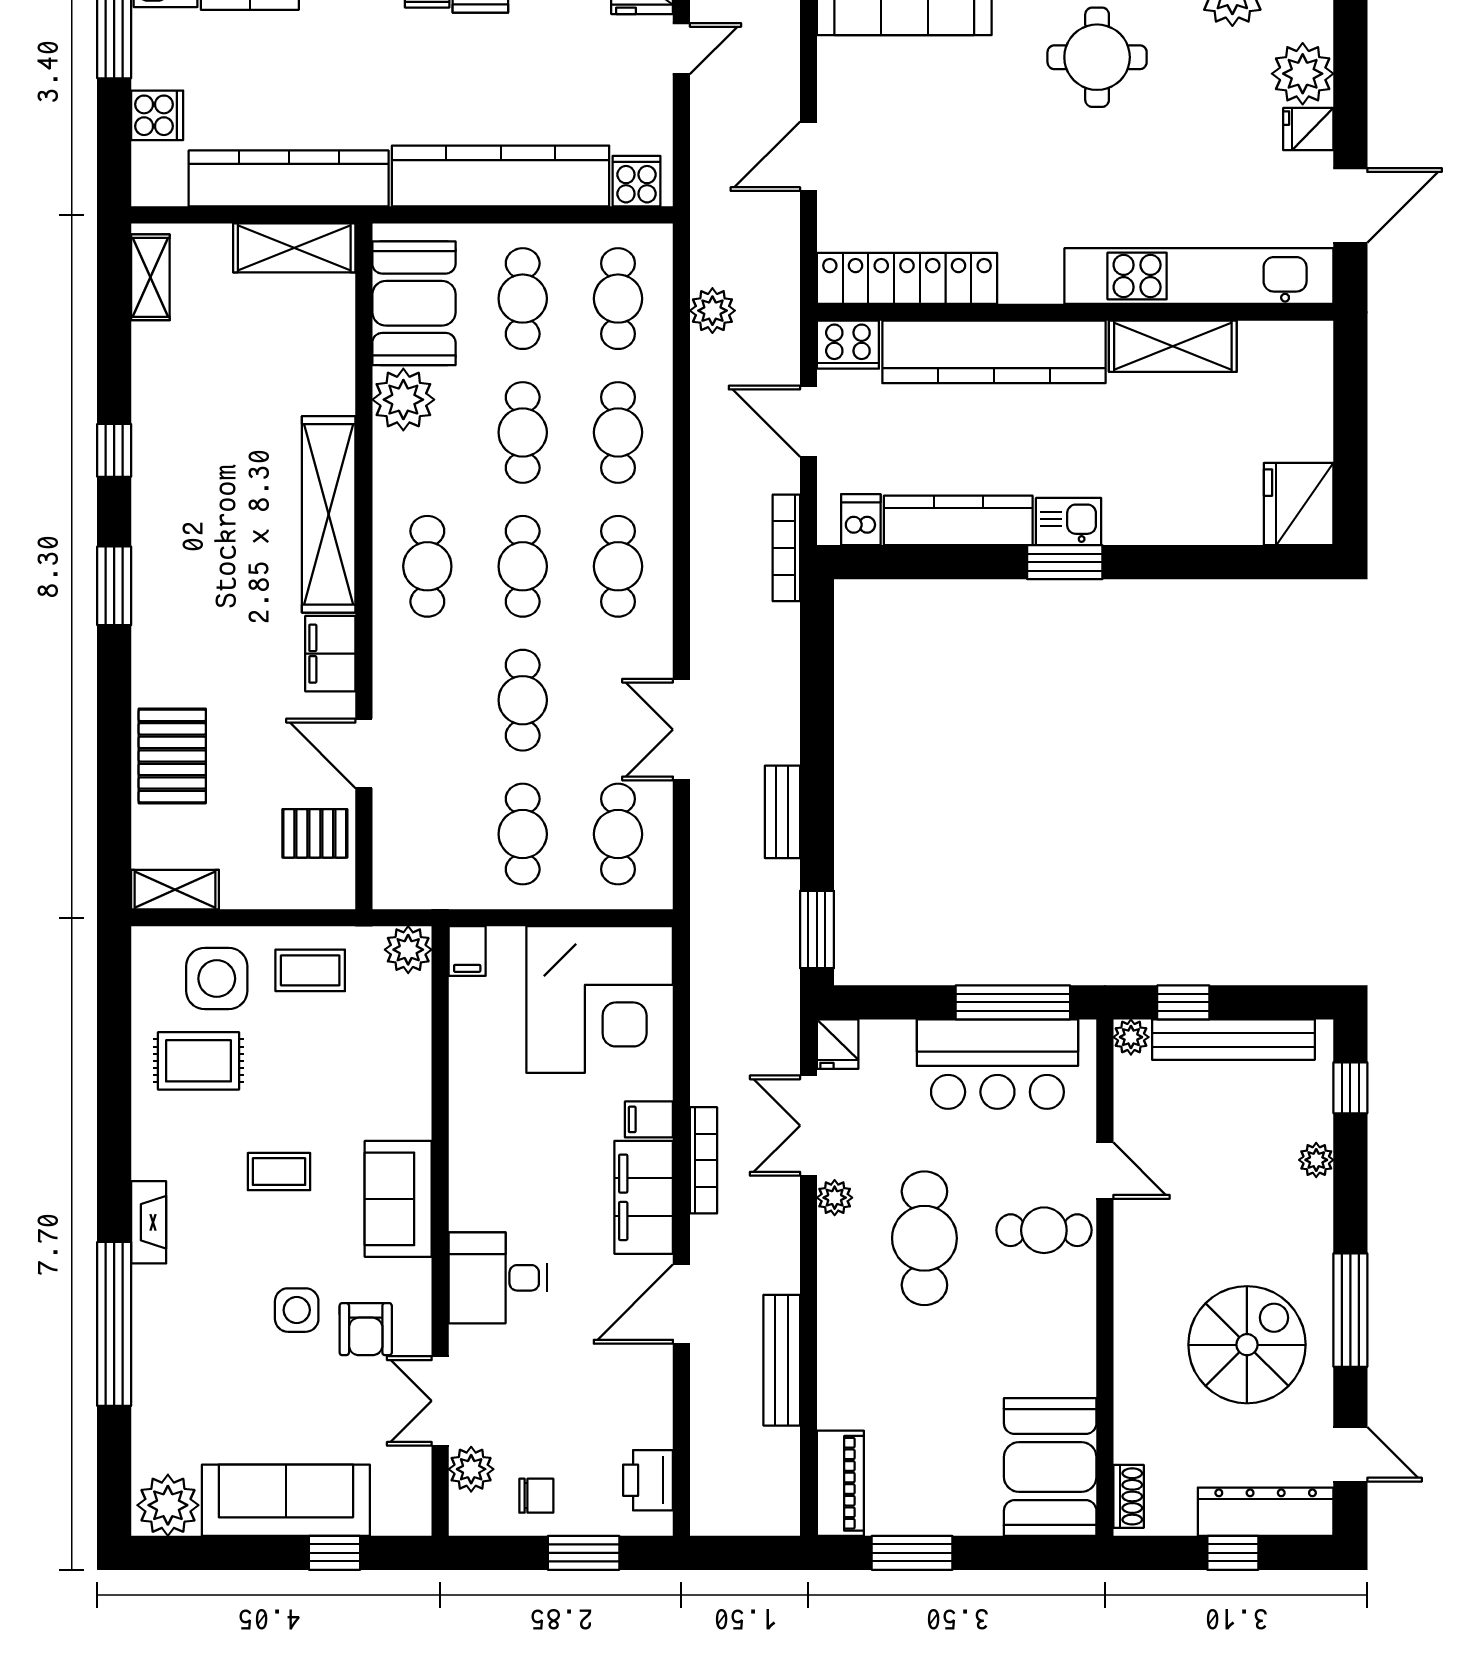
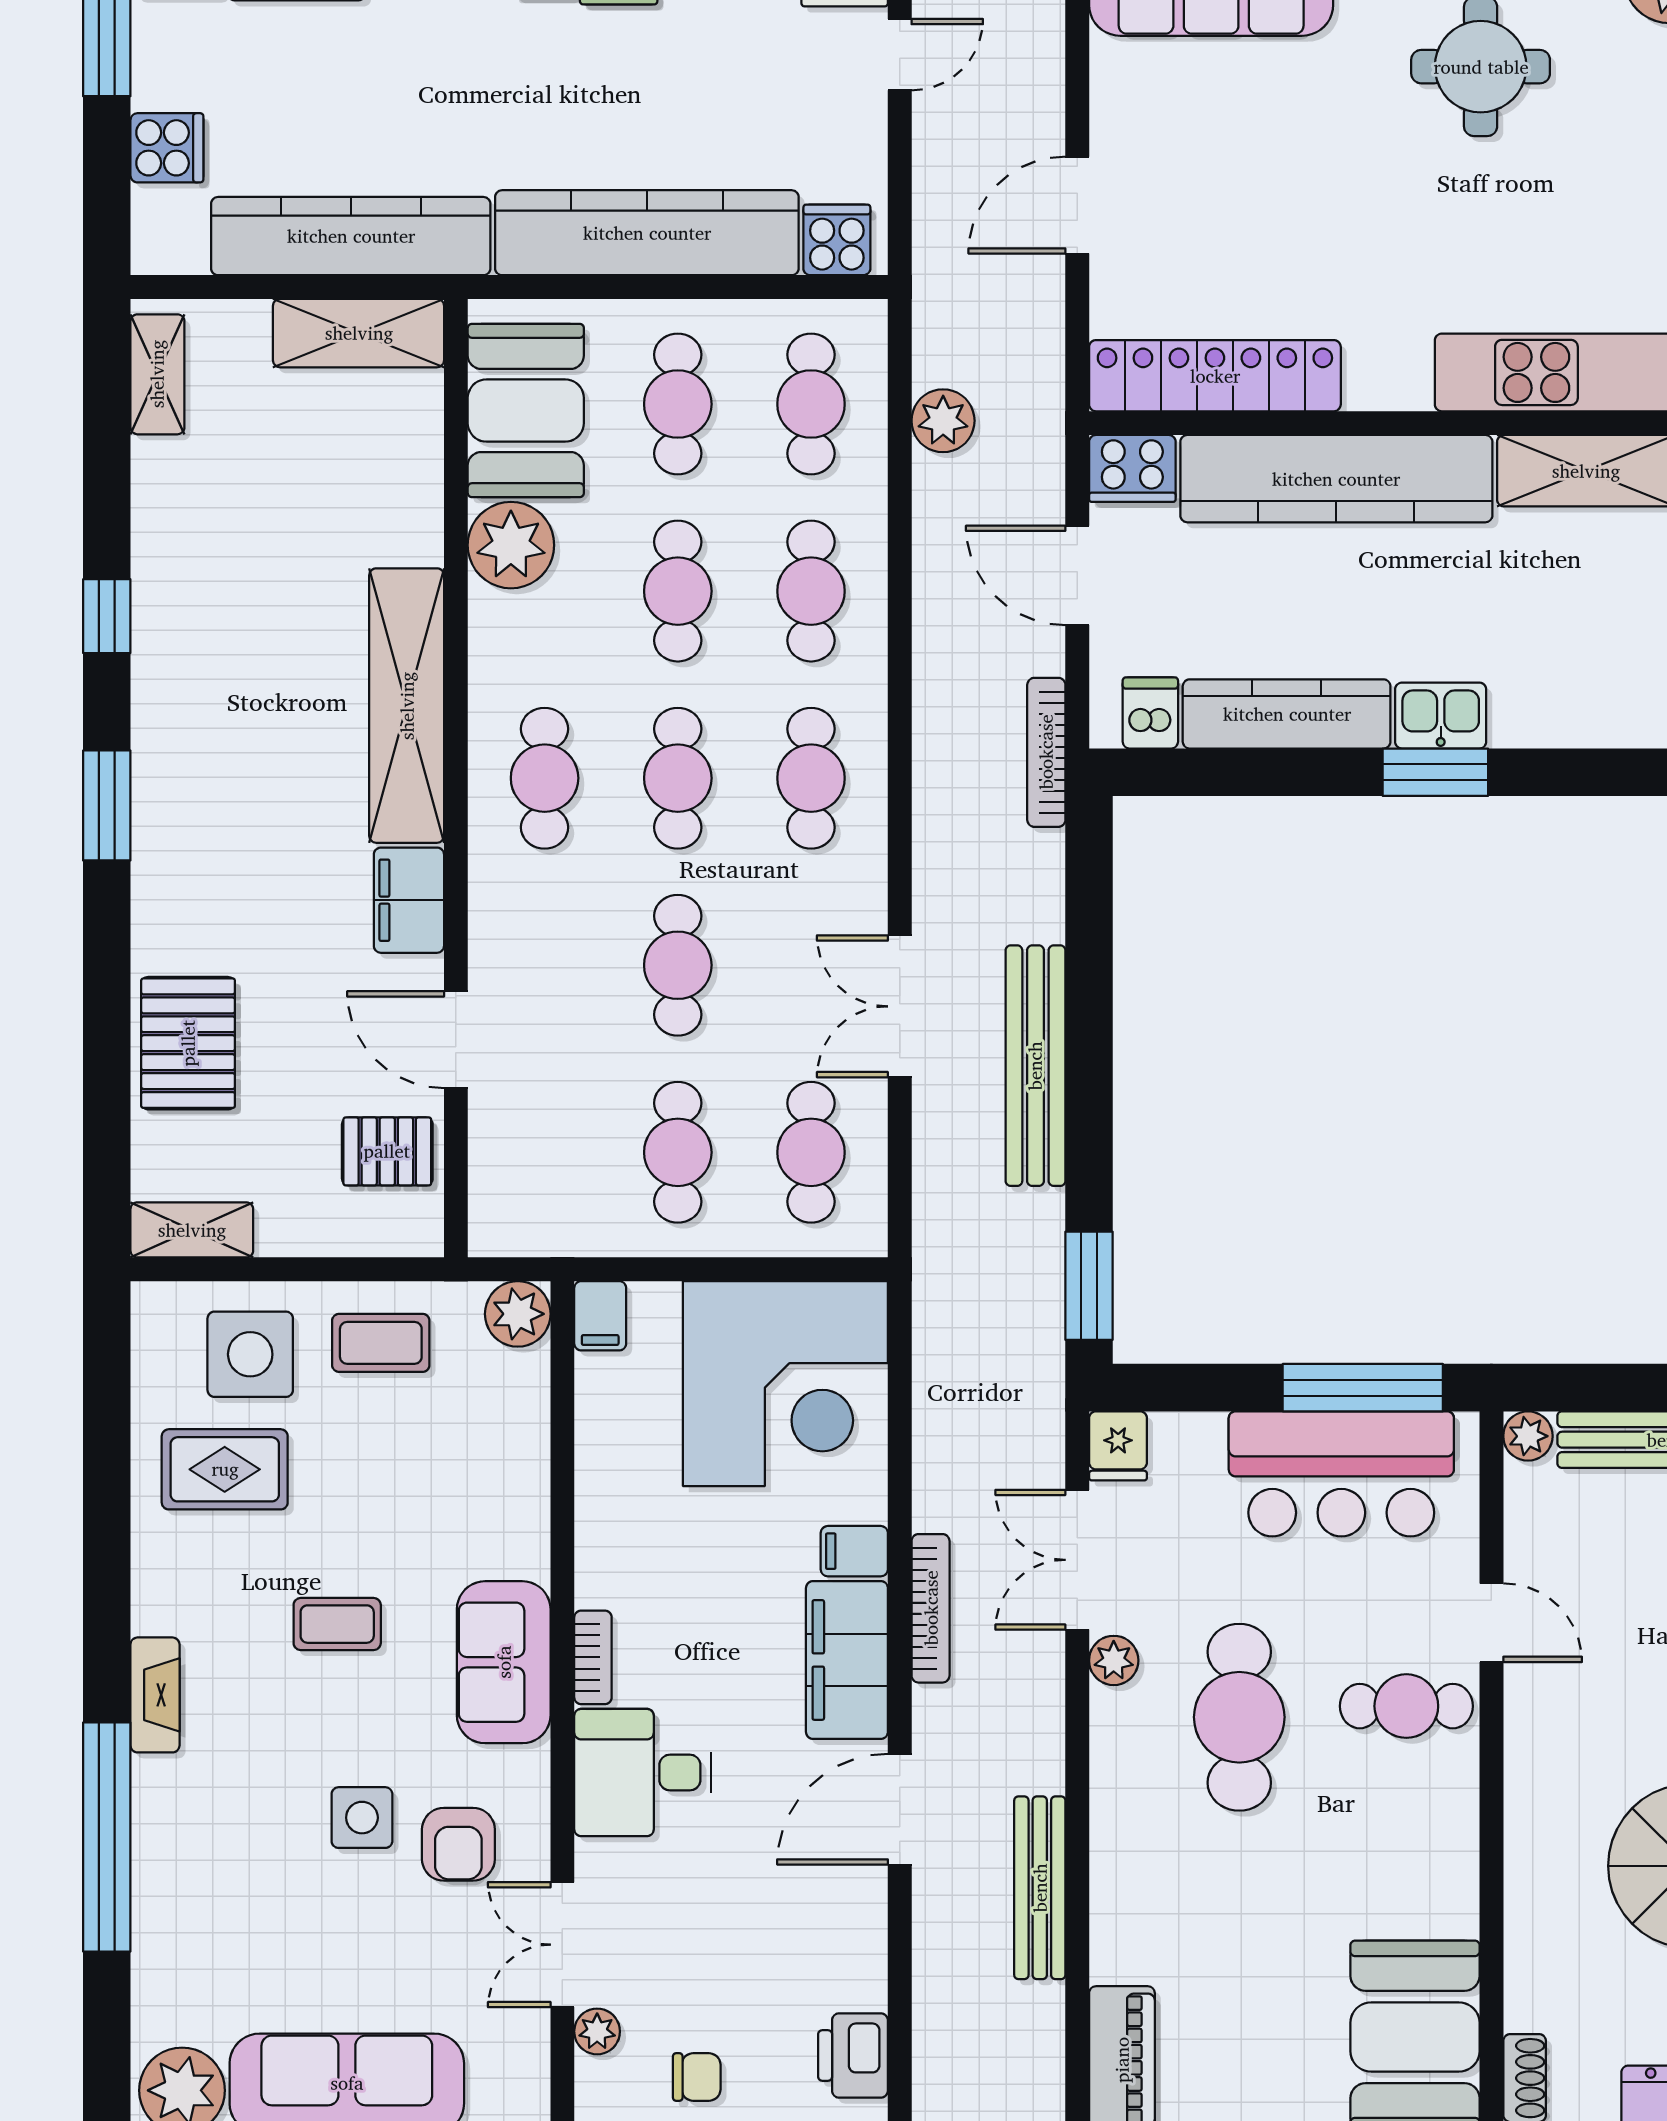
bench: (782, 812) -> (1035, 1066), width x1.86, depth x1.21
window: (1183, 1002) -> (1601, 1388), removed
bookcase: (462, 1195) -> (593, 1657), added
plant: (471, 1469) -> (597, 2031), width x0.73, depth x0.73

